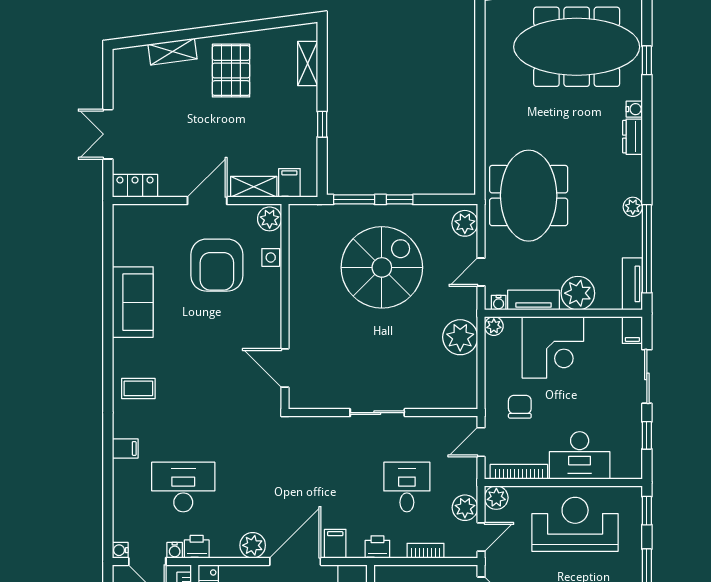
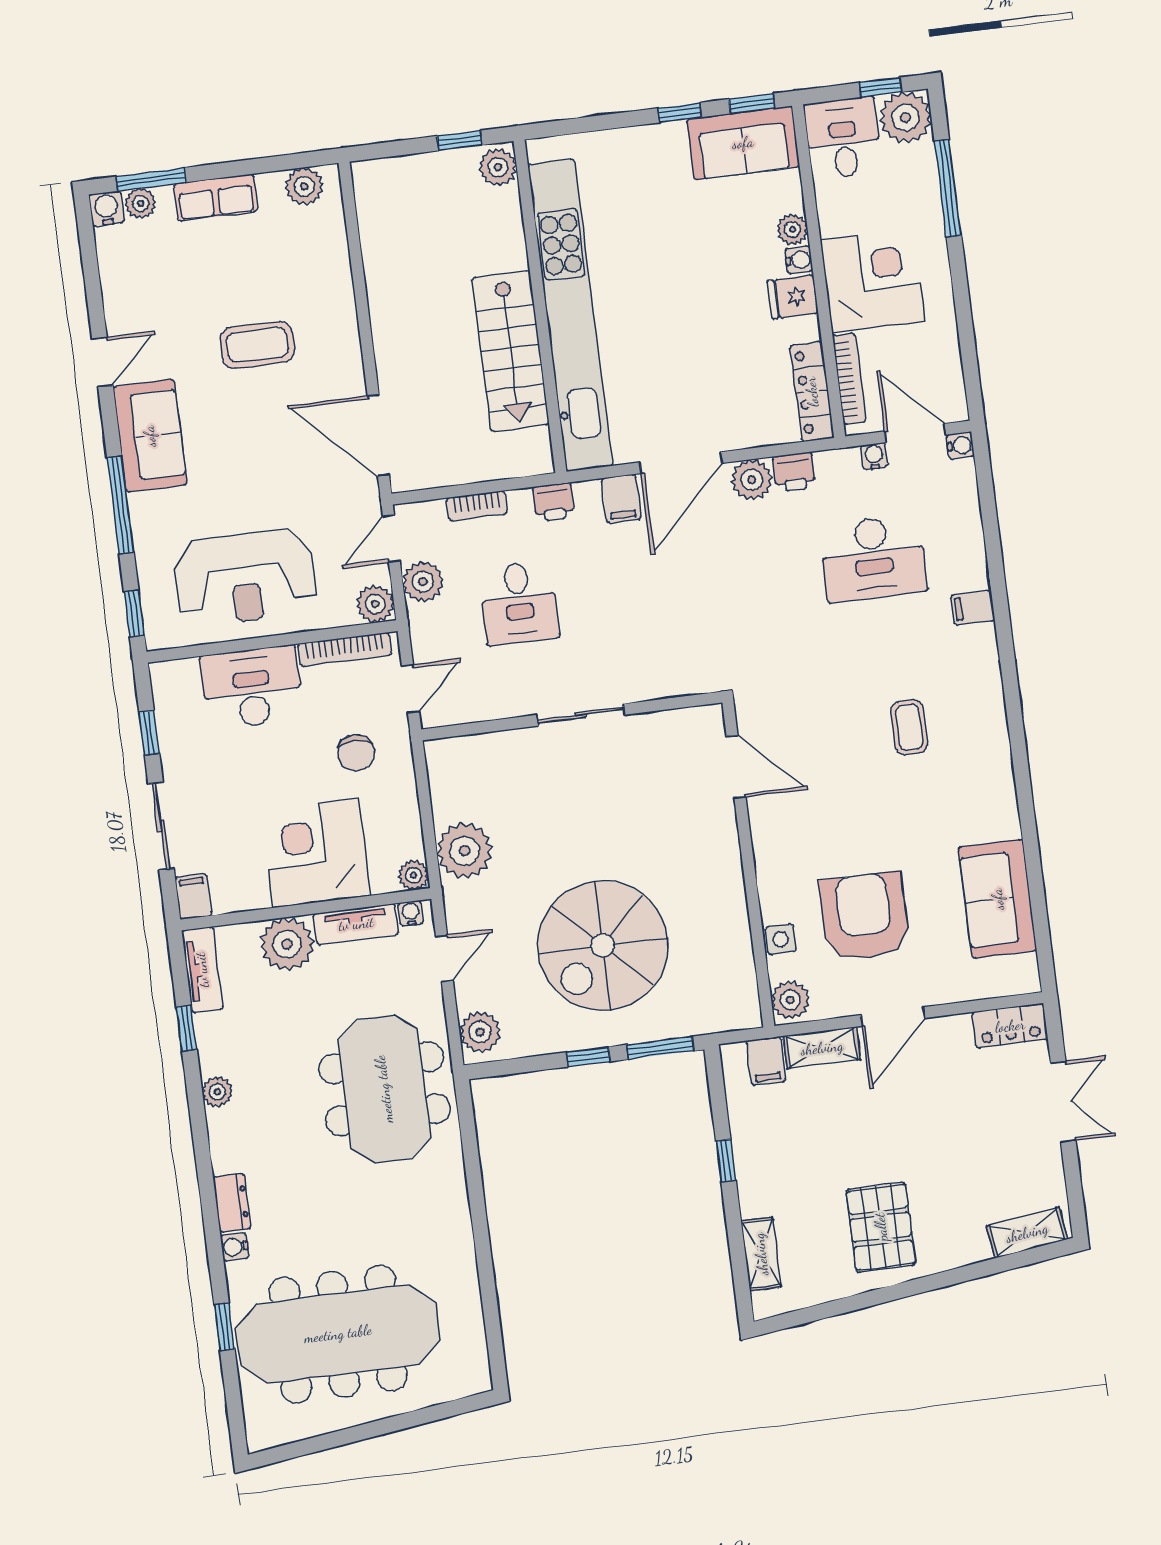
shelving: (173, 52) -> (1027, 1233), moved
window: (647, 249) -> (187, 1028), width x0.32
sofa: (133, 302) -> (998, 899), moved
coffee table: (138, 388) -> (909, 727), moved, turned 90
printer: (197, 547) -> (794, 472), moved

